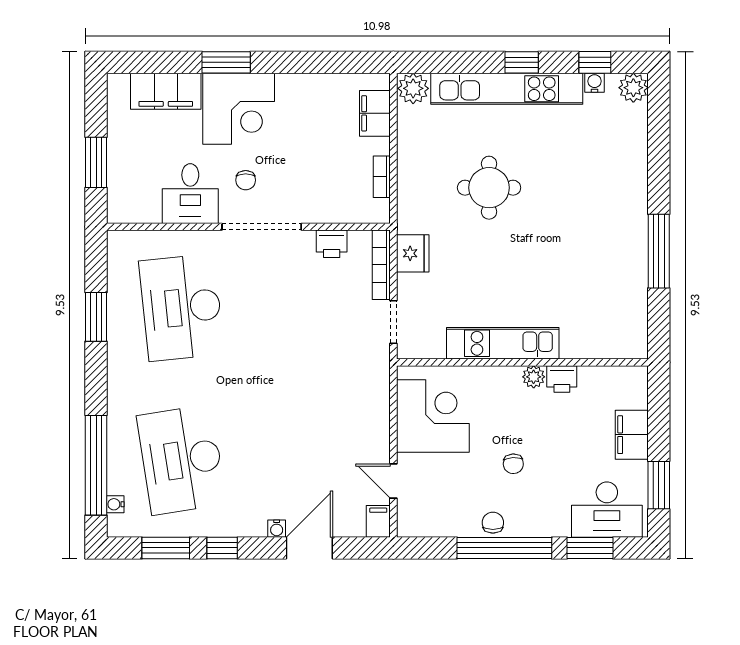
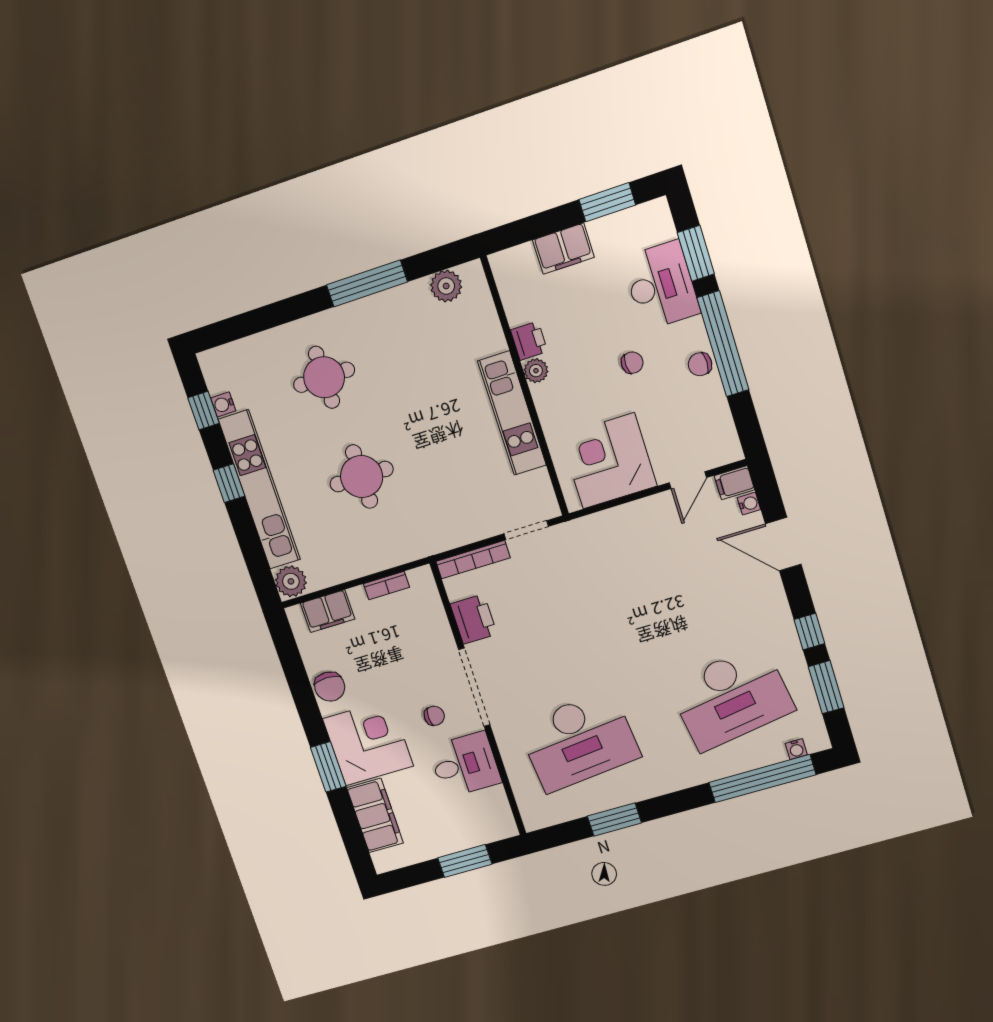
plant: (633, 88) -> (446, 286), moved
chair: (303, 91) -> (330, 687), added
round table: (589, 184) -> (324, 377), added
printer: (332, 244) -> (474, 619), width x1.36, depth x1.24
fridge: (413, 253) -> (451, 532), removed
desk: (607, 510) -> (661, 286), moved
water cooler: (277, 529) -> (749, 504), moved

